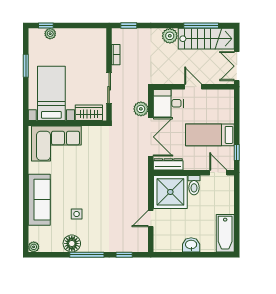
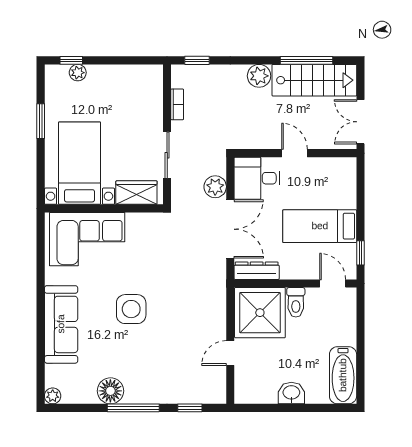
side table: (77, 214) -> (131, 309), moved, width x1.87, depth x1.87

